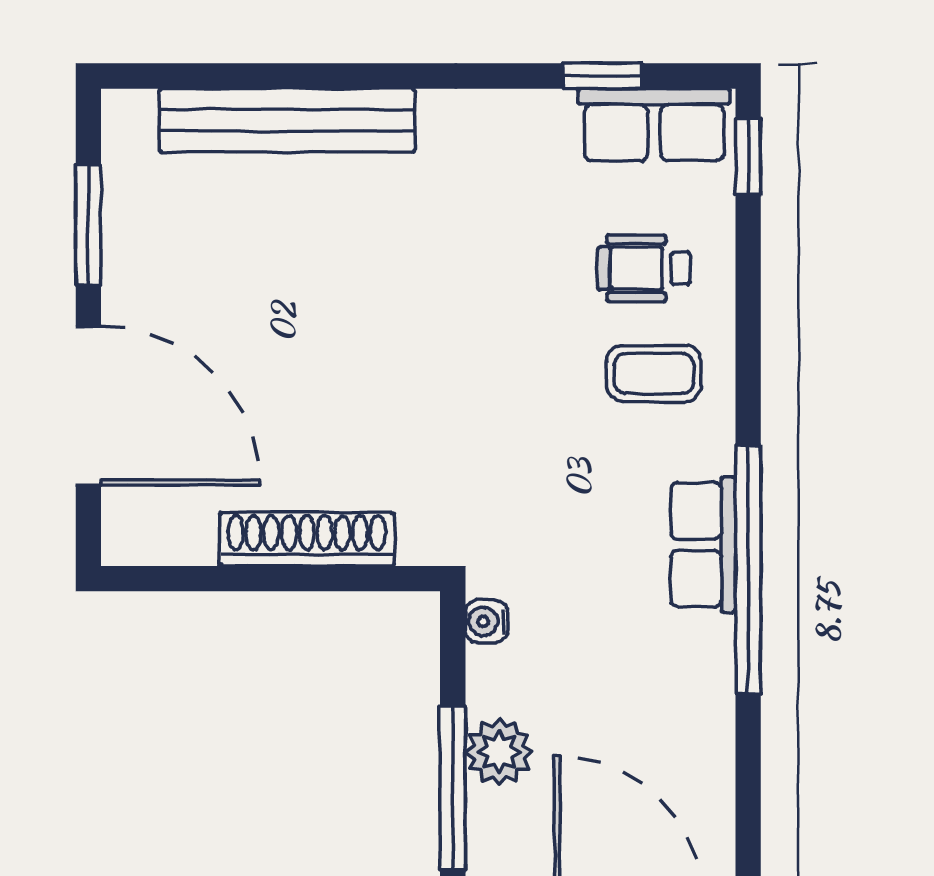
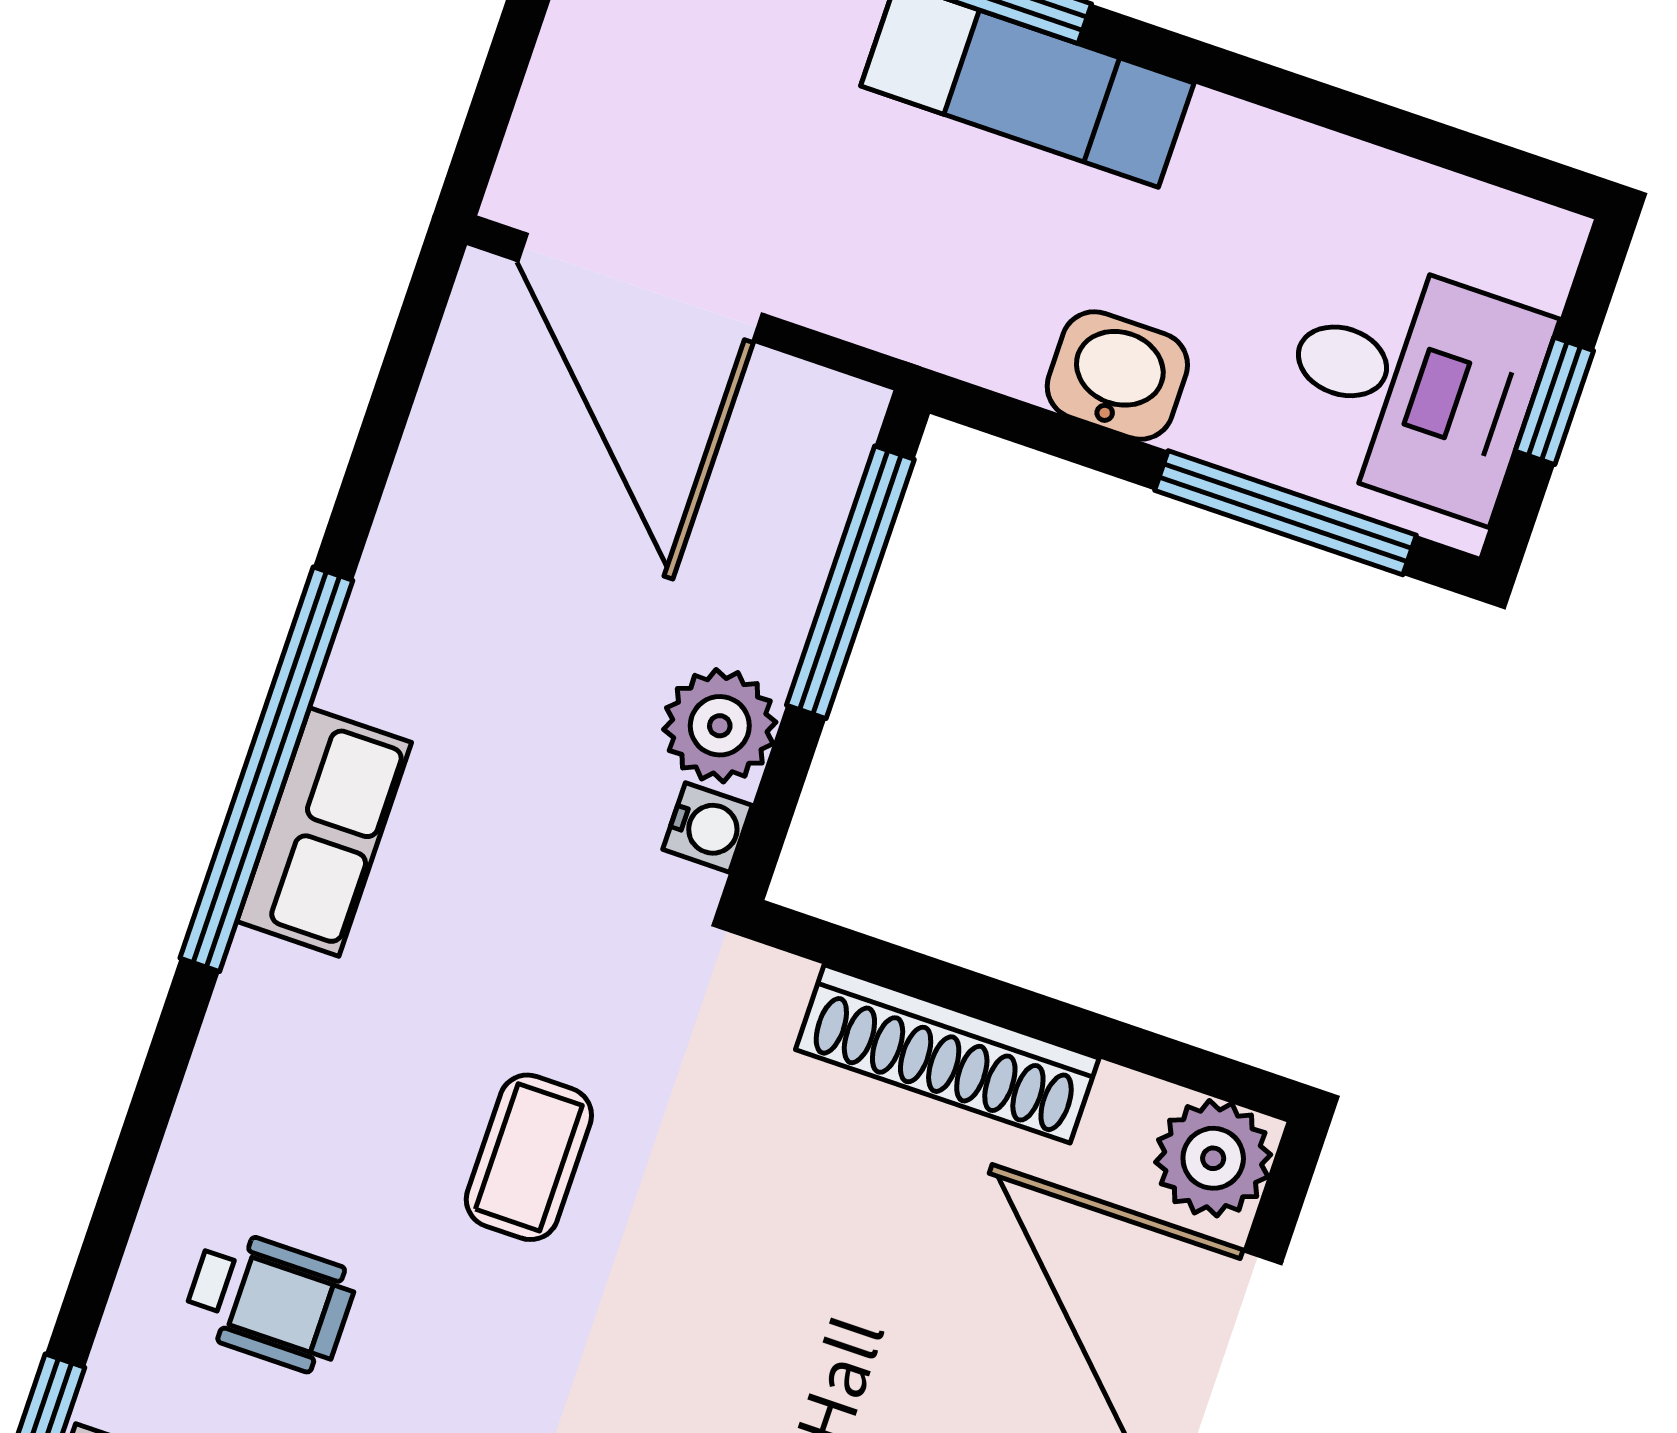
coffee table: (654, 374) -> (529, 1157), moved, turned 90
plant: (136, 531) -> (1213, 1158), added
plant: (499, 752) -> (720, 726), moved

